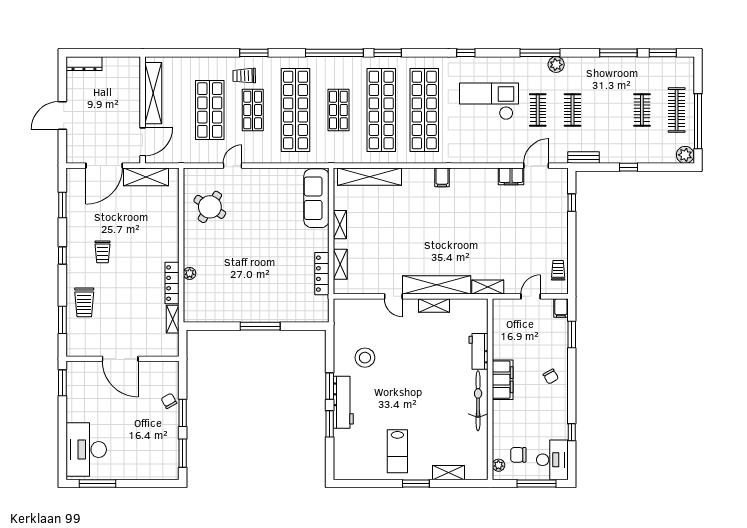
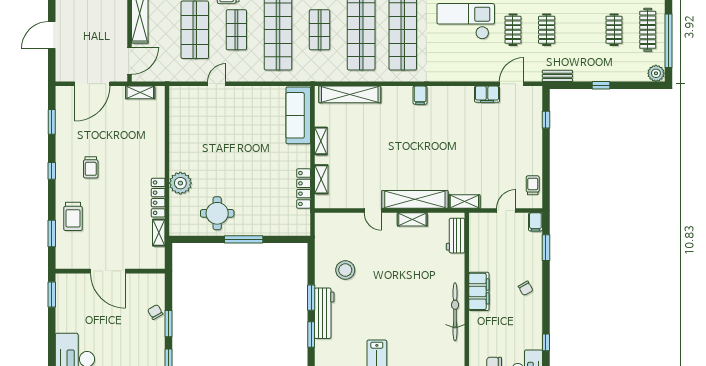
shelving: (146, 177) -> (140, 92), width x0.67, depth x0.75
round table: (210, 207) -> (217, 213), moved, turned -32
plant: (190, 273) -> (180, 183), width x1.88, depth x1.88
workbench: (479, 351) -> (456, 236), moved

